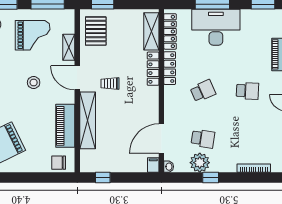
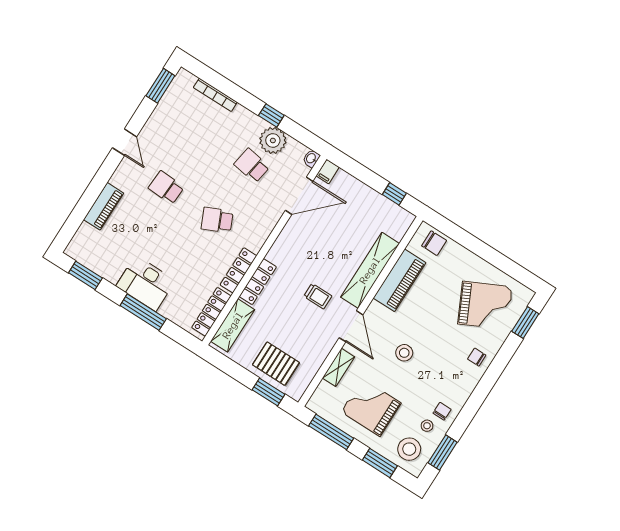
desk: (216, 27) -> (146, 283), width x0.73, depth x0.77
pallet: (96, 31) -> (276, 364), moved, turned 90

